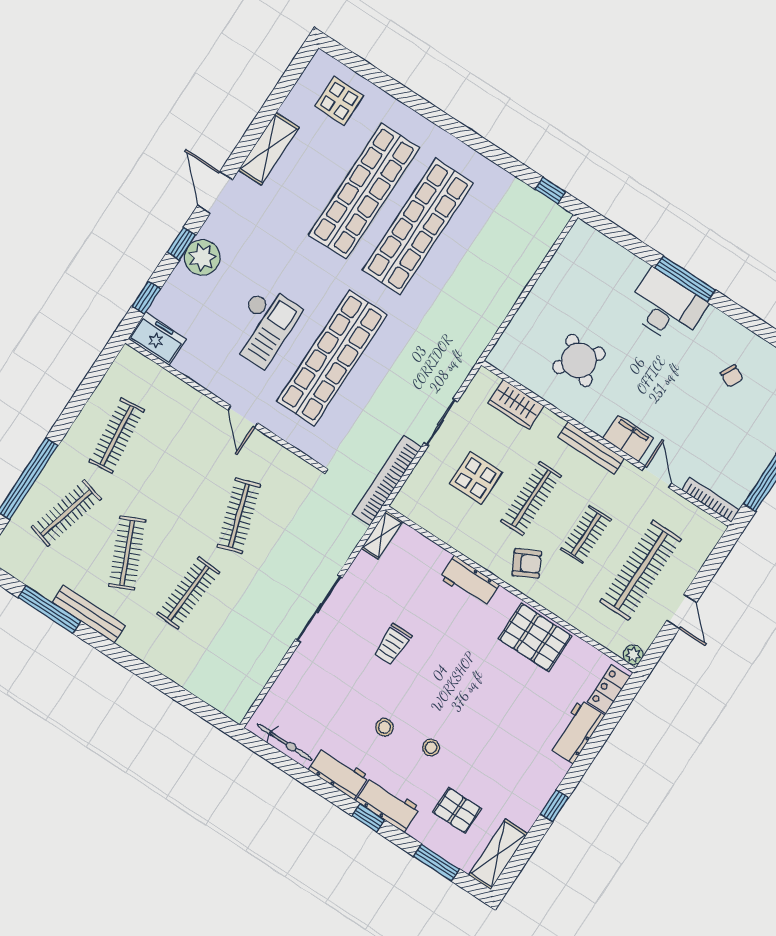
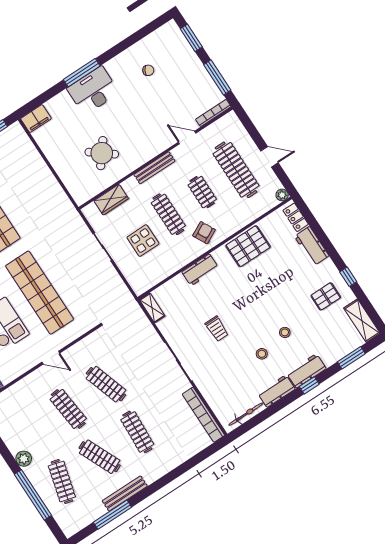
clothes rail: (117, 436) -> (68, 409), moved
filing cabinet: (628, 438) -> (36, 119), moved, turned 180
plant: (75, 442) -> (24, 459), added
bookcase: (387, 481) -> (203, 415), moved
pallet: (457, 810) -> (326, 296), moved

